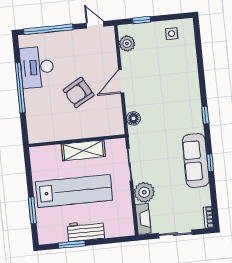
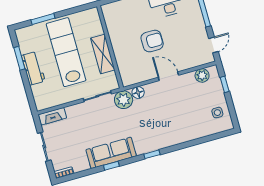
armchair: (79, 93) -> (152, 41), turned 120
lab bench: (74, 191) -> (66, 52), turned 180
plant: (144, 192) -> (124, 100), moved

